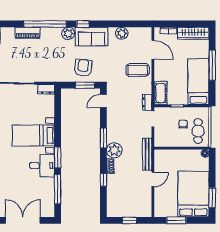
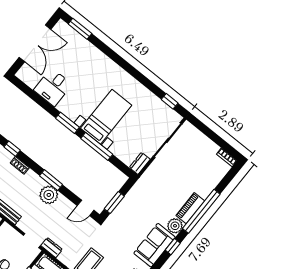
piano: (28, 33) -> (190, 208), moved
armchair: (83, 68) -> (132, 214), removed
door: (103, 101) -> (86, 208), swing flipped
plant: (114, 150) -> (49, 195), moved
desk: (42, 166) -> (53, 87), moved
window: (58, 189) -> (97, 146), moved

